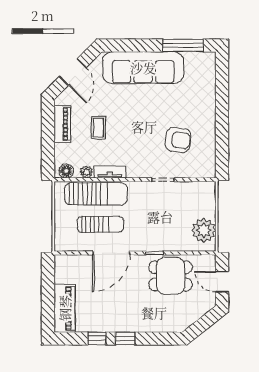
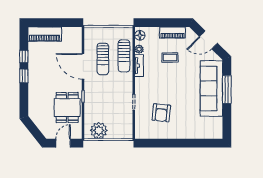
window: (183, 45) -> (227, 90), moved
sun lounger: (96, 194) -> (124, 56), width x0.73, depth x0.75

